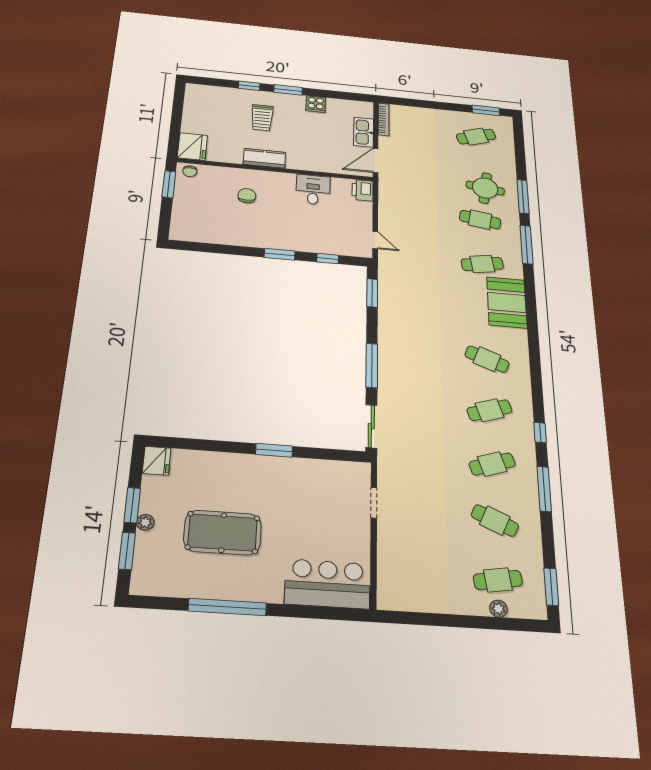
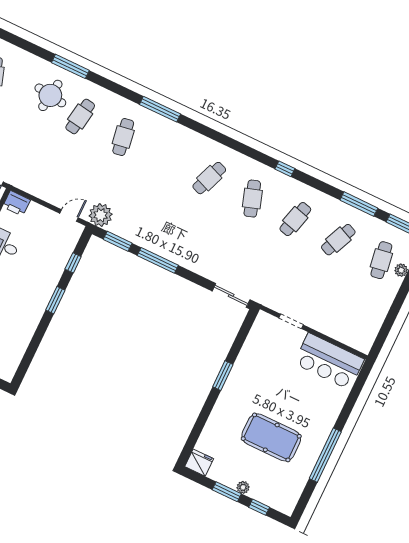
window: (526, 245) -> (160, 109), moved
plant: (391, 268) -> (101, 215), added
booth: (507, 302) -> (166, 135), removed
window: (372, 365) -> (158, 260), moved
cafe table: (492, 464) -> (295, 219), turned 33
window: (544, 489) -> (359, 204), moved
pool table: (223, 533) -> (271, 437), turned 90
window: (127, 551) -> (259, 507), width x0.67
bar counter: (327, 584) -> (329, 361), moved, turned -90

